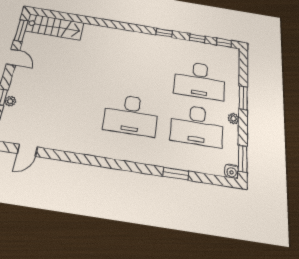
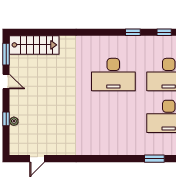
desk: (131, 115) -> (113, 74), moved

